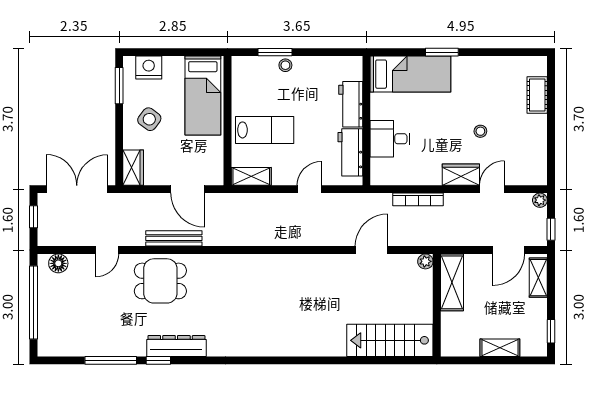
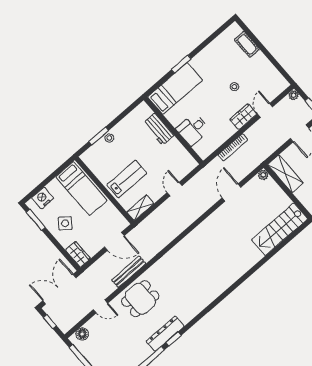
workbench: (350, 152) -> (179, 153), removed
door: (107, 250) -> (101, 306), hinge flipped
dresser: (176, 346) -> (165, 334), moved

